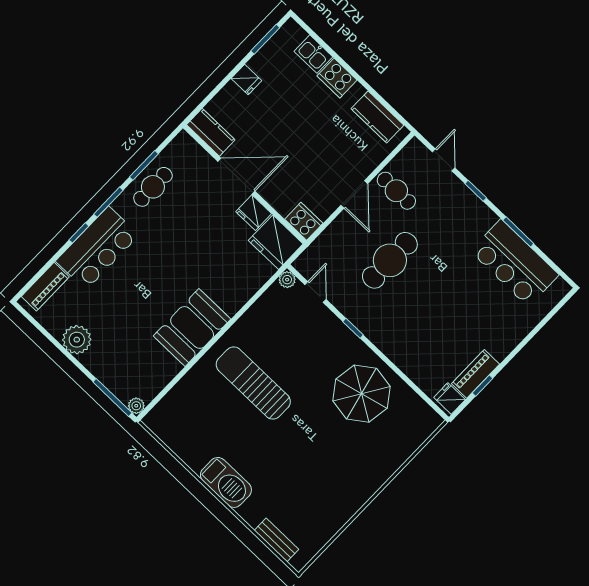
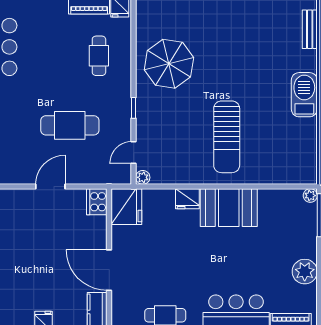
cafe table: (396, 191) -> (99, 56), moved
fridge: (254, 213) -> (187, 199), moved, turned 90

